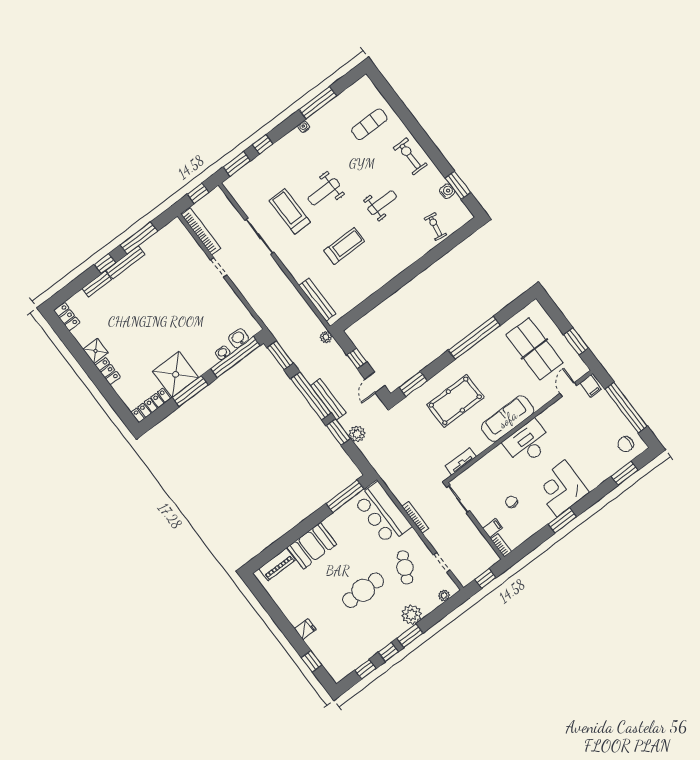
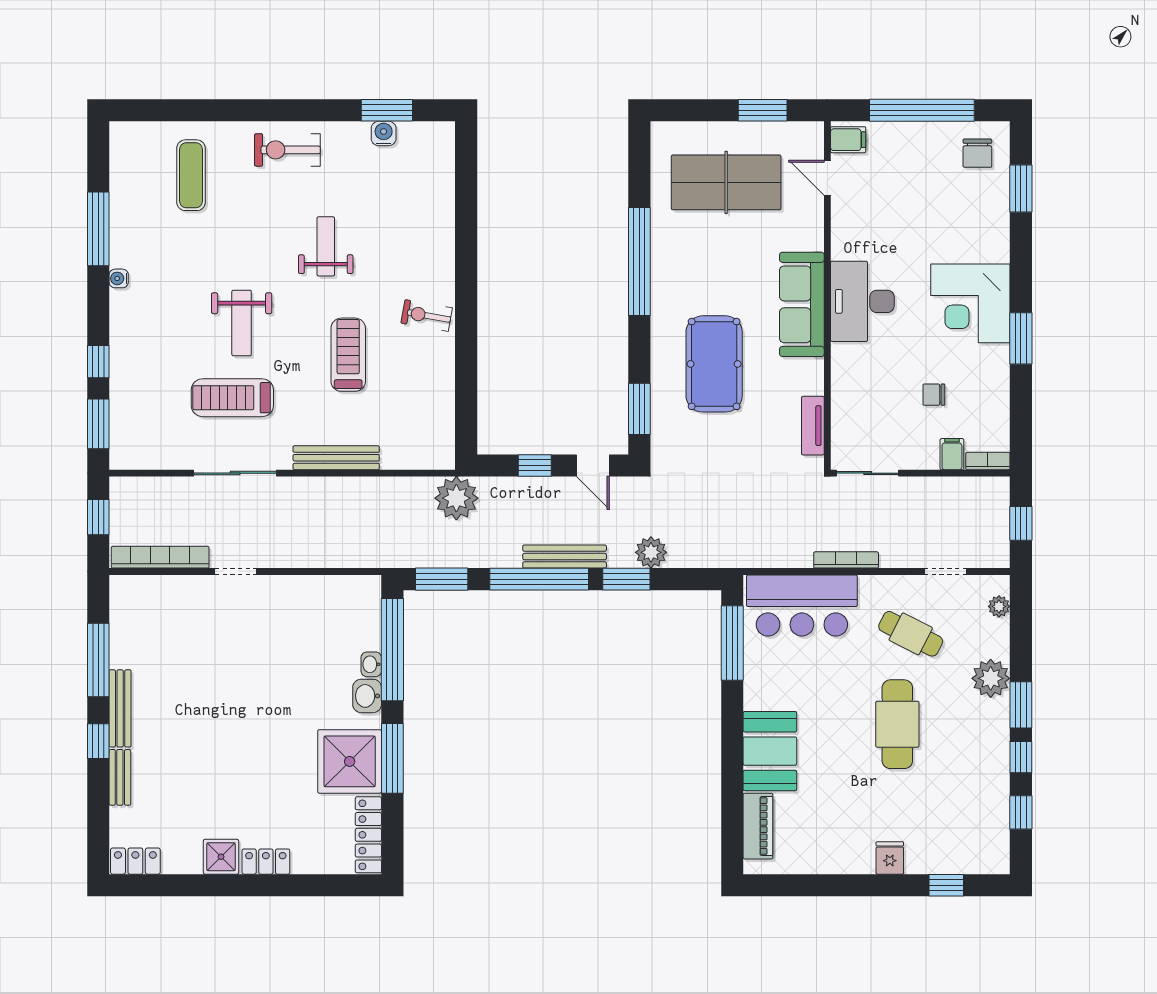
exercise bike: (435, 226) -> (427, 316), moved
bench: (317, 300) -> (336, 458), moved
plant: (326, 337) -> (456, 498), width x1.88, depth x1.88
washbasin: (239, 338) -> (367, 696), moved

